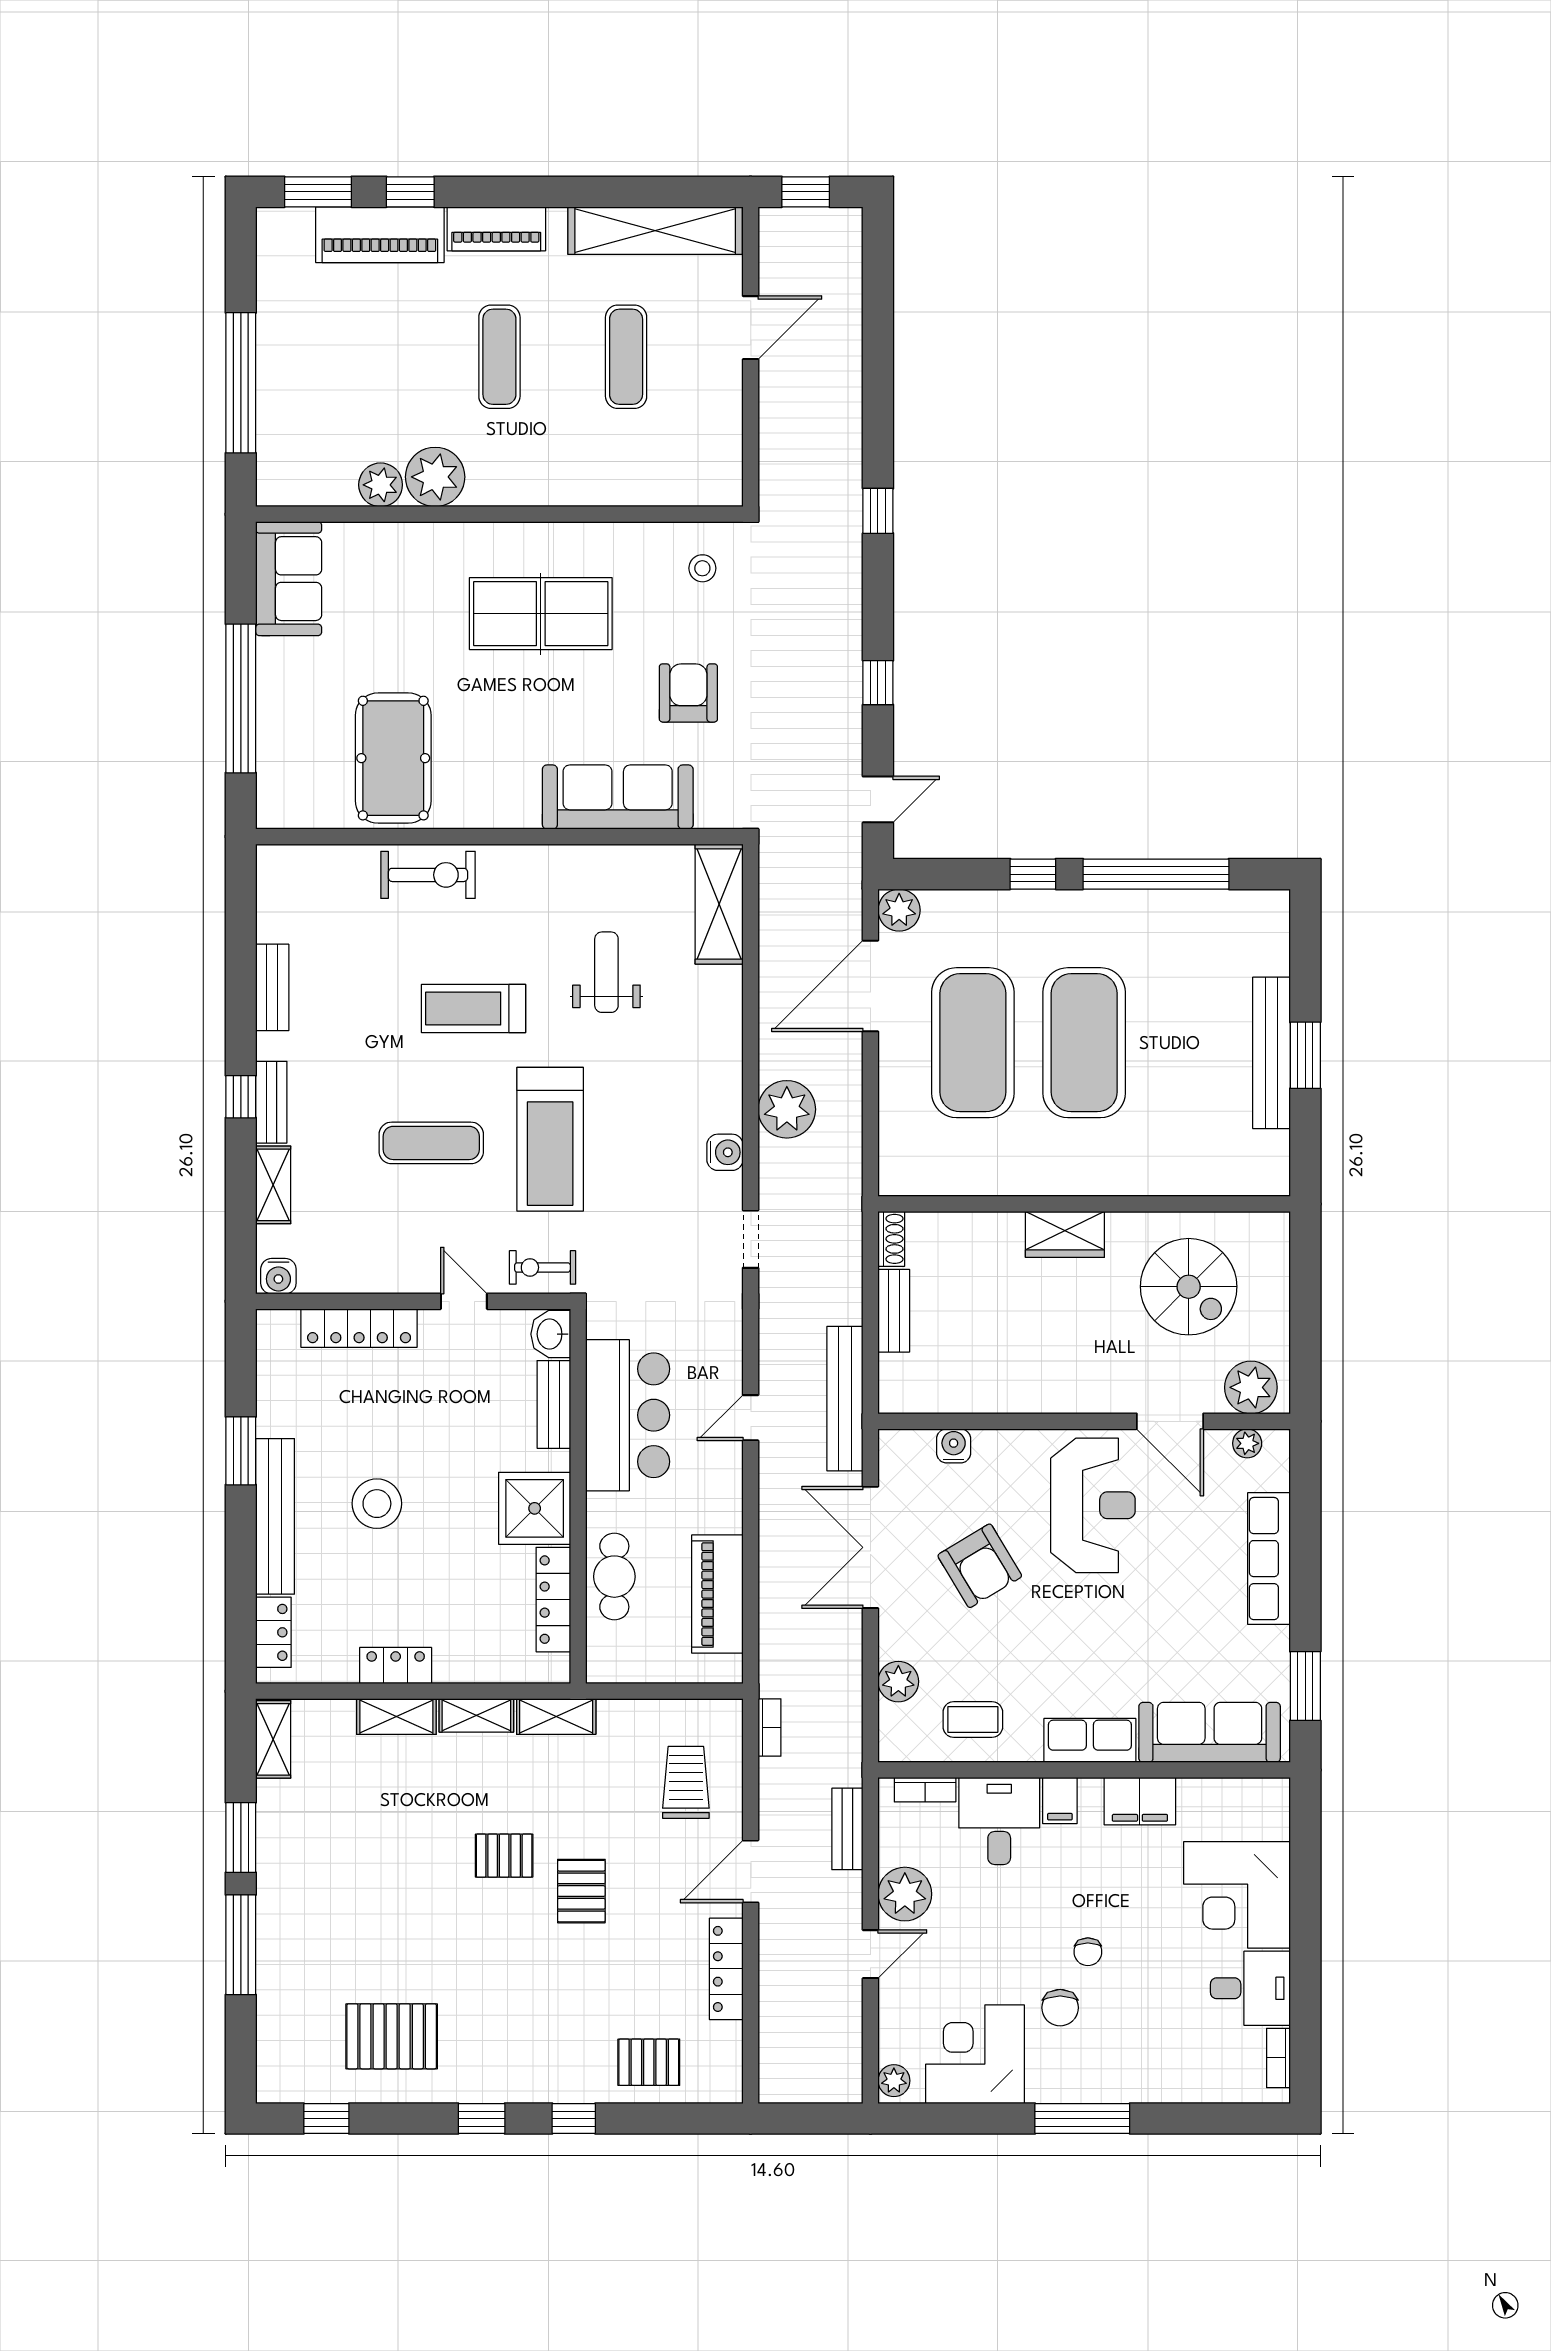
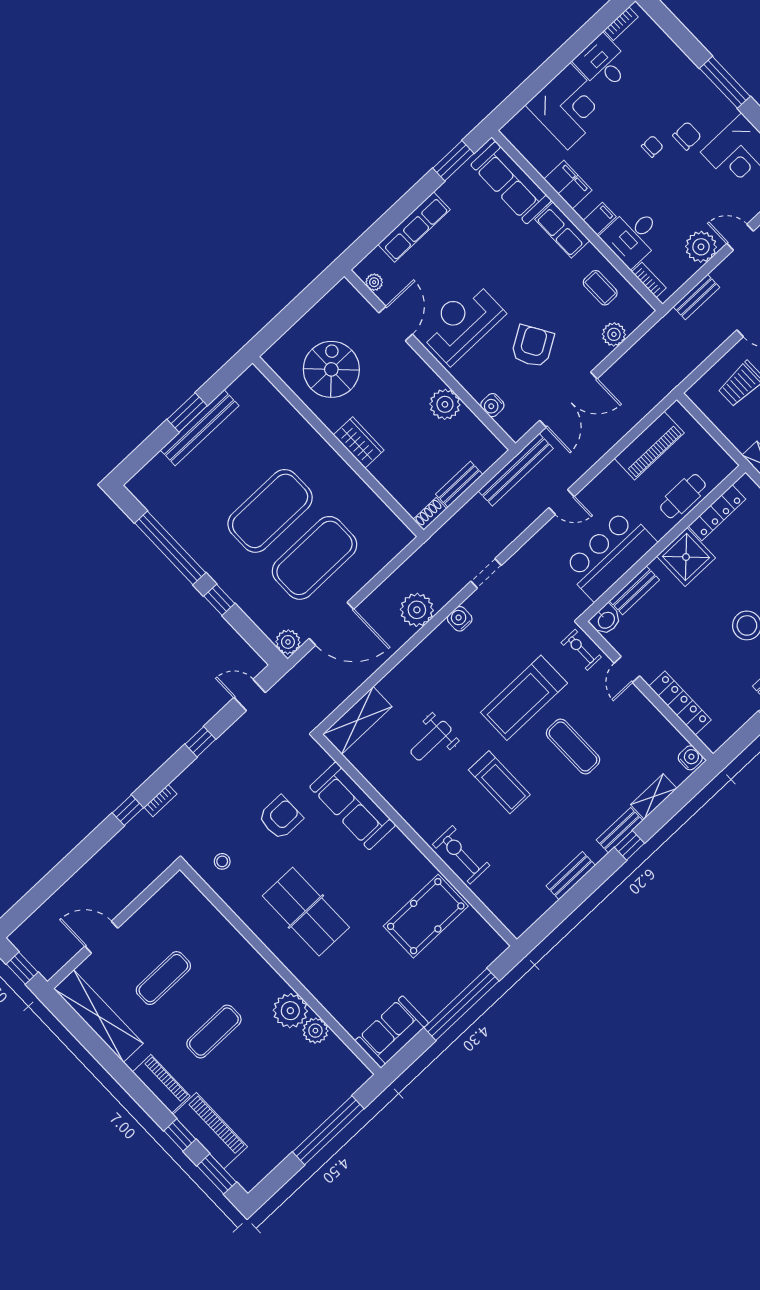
armchair: (688, 693) -> (280, 818), turned 180
treadmill: (550, 1139) -> (524, 698), turned 180
exercise bike: (542, 1267) -> (581, 650), turned 180
plant: (1251, 1387) -> (445, 404), moved
bookcase: (769, 1728) -> (160, 801), moved, turned 180

